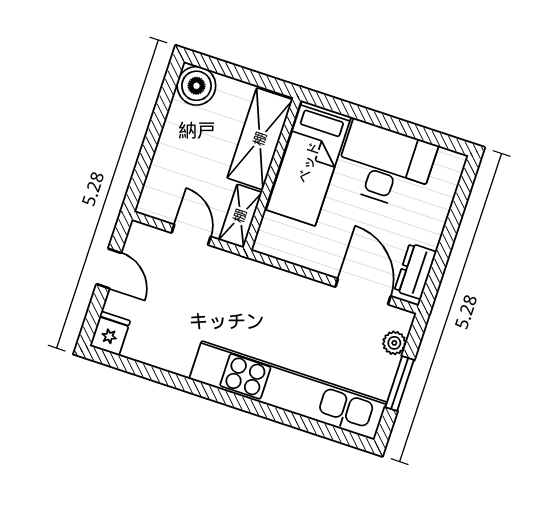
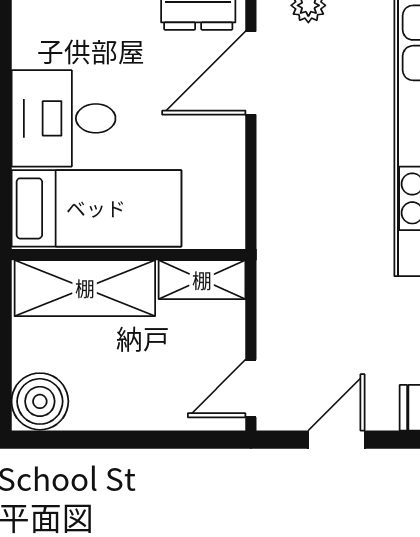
desk: (385, 165) -> (64, 118), width x0.73
door: (191, 235) -> (251, 389), moved

